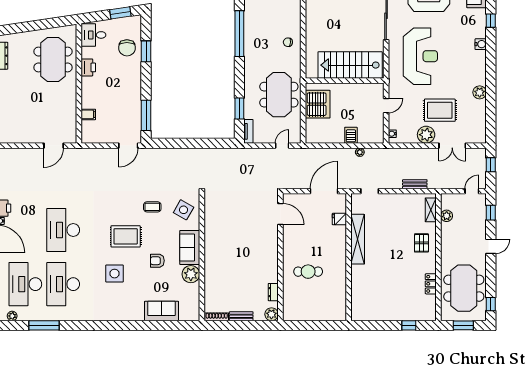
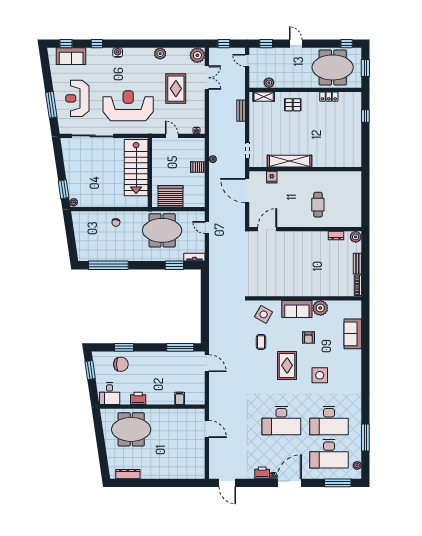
plant: (426, 135) -> (197, 55), moved

